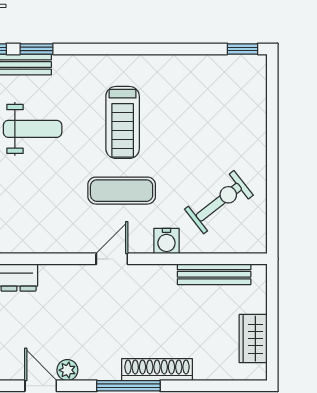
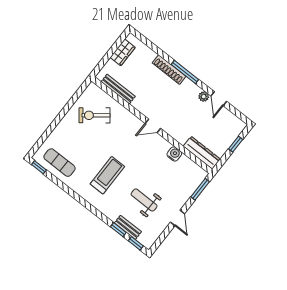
exercise mat: (122, 191) -> (60, 163), moved
water cooler: (166, 241) -> (174, 154), moved

